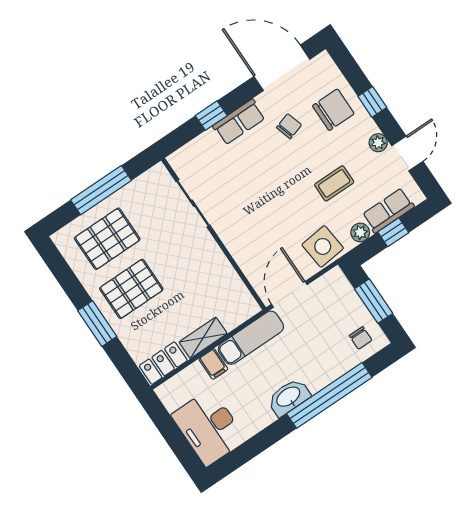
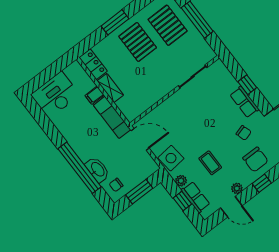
washbasin: (289, 397) -> (97, 170), moved

